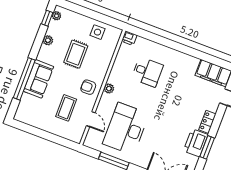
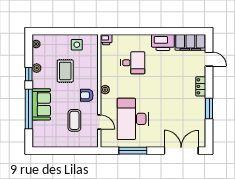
window: (47, 18) -> (29, 74), moved
printer: (196, 143) -> (163, 42), moved, turned -90

